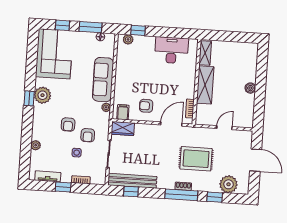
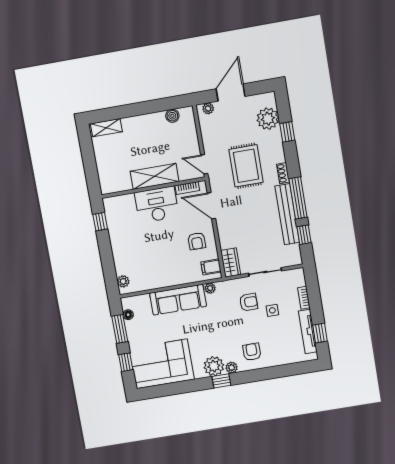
window: (138, 30) -> (100, 222), moved
desk: (171, 50) -> (157, 205), moved, turned 90
shelving: (205, 53) -> (106, 128), moved
boiler: (250, 88) -> (172, 116), moved
armchair: (68, 125) -> (252, 352), moved, turned -90
door: (224, 128) -> (204, 164), moved
plant: (248, 140) -> (208, 108), added
plant: (36, 145) -> (232, 368), moved
tv unit: (48, 176) -> (308, 331), width x1.41
bench: (132, 181) -> (287, 214), moved
window: (63, 187) -> (320, 333), moved
window: (181, 195) -> (298, 198), moved

